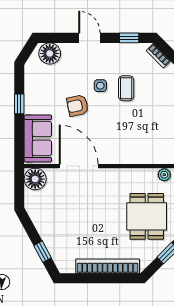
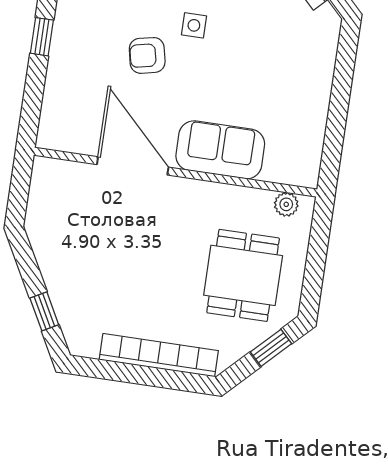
coffee table: (126, 88) -> (240, 37), removed
sofa: (38, 138) -> (220, 150), moved, turned -90
floor lamp: (35, 179) -> (50, 178), removed

